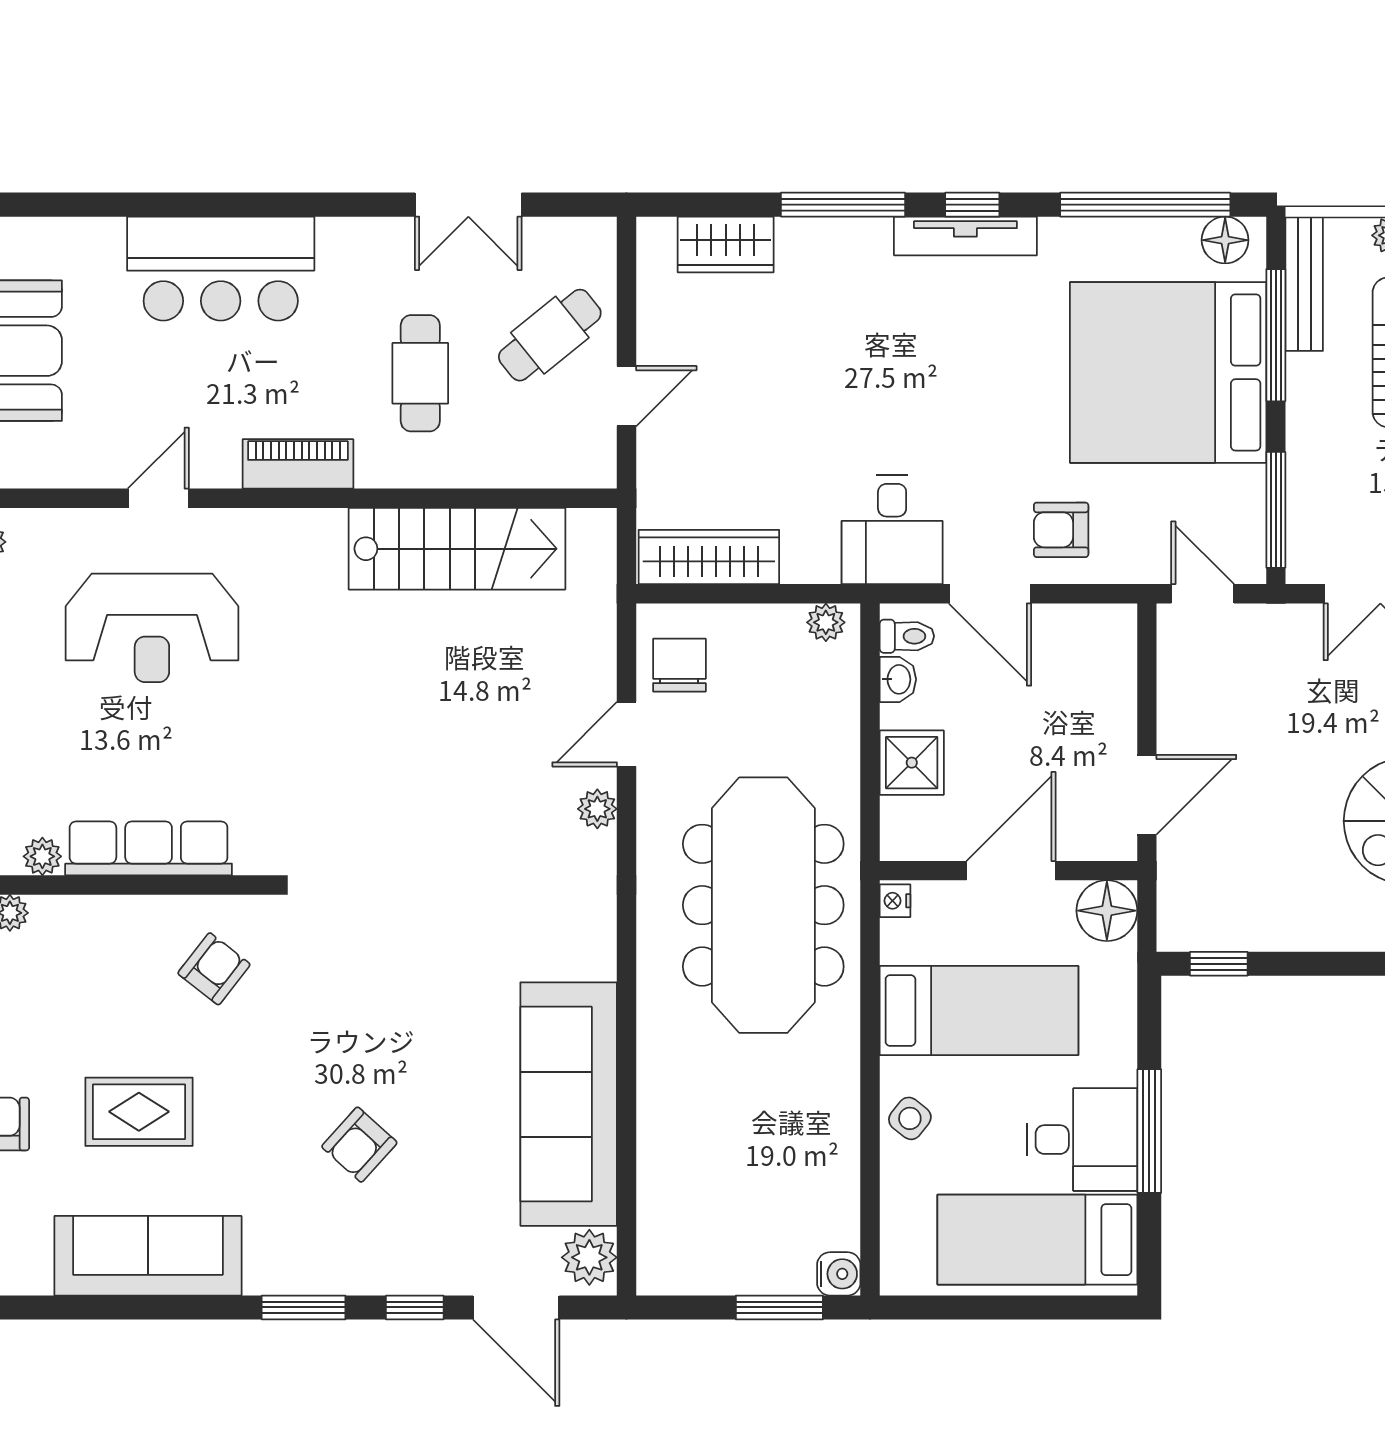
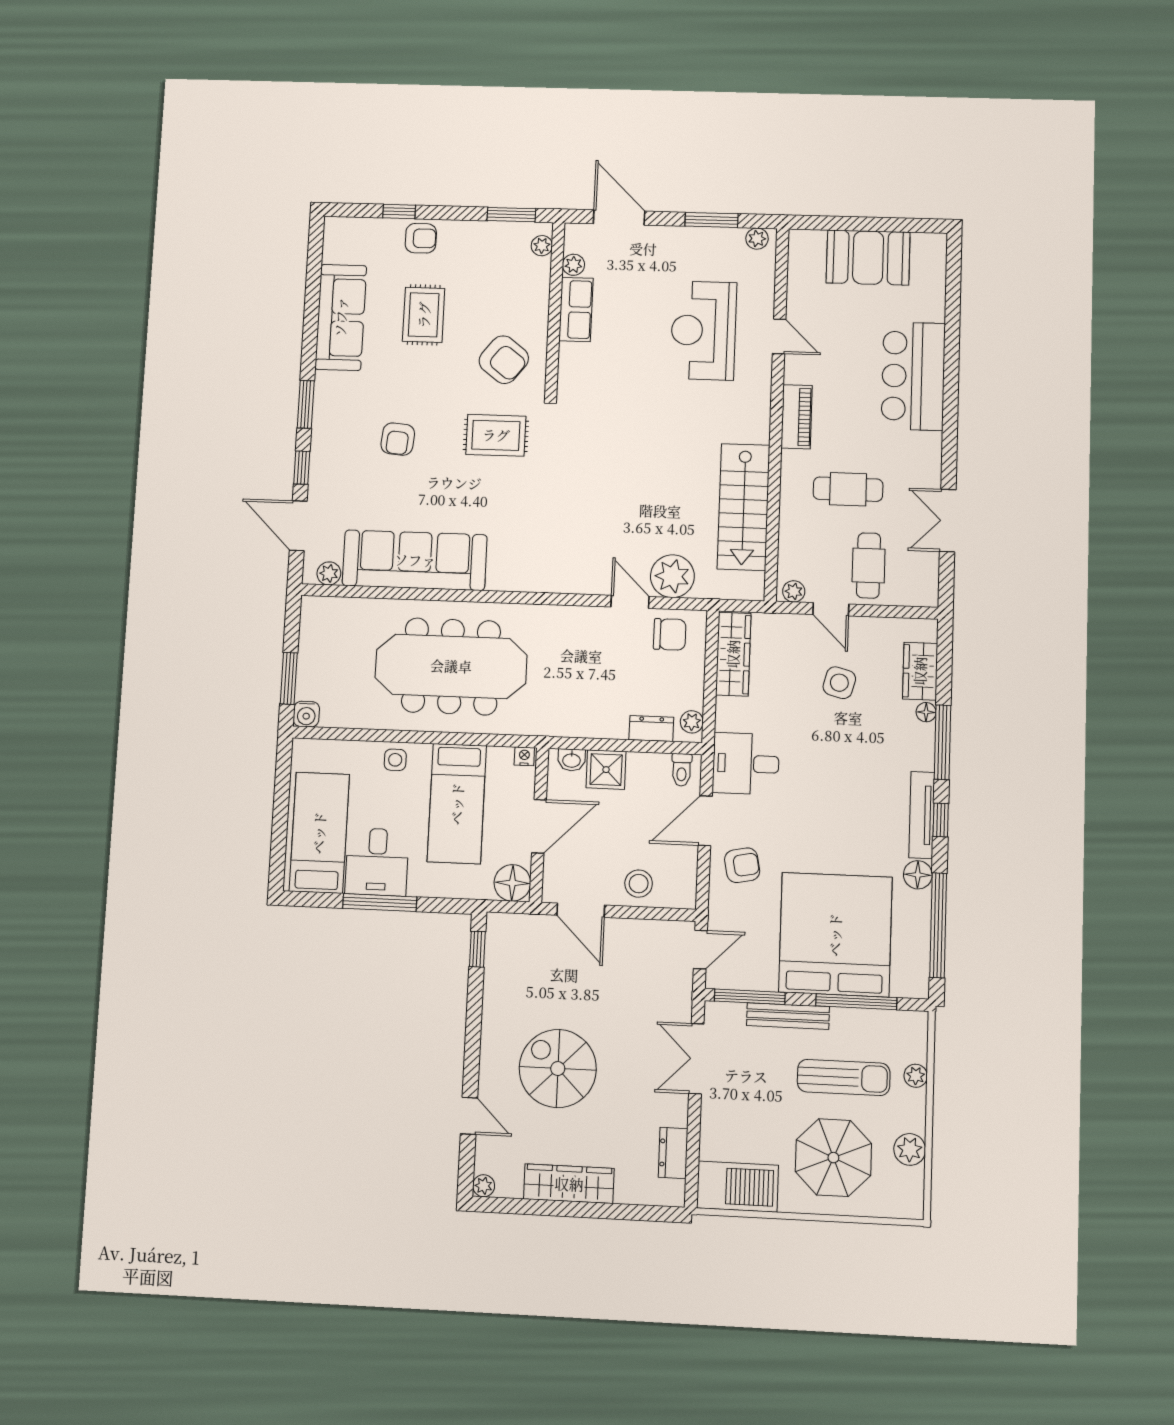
floor lamp: (794, 233) -> (926, 712), added
floor lamp: (1225, 240) -> (918, 875), moved
bench: (1304, 284) -> (788, 1016), moved
cafe table: (550, 335) -> (869, 566), turned 39
side table: (750, 378) -> (839, 683), added
plant: (599, 459) -> (794, 591), added
armchair: (1061, 530) -> (742, 865), turned 79
washbasin: (898, 679) -> (572, 760), moved
dresser: (840, 690) -> (651, 729), added
stool: (1099, 700) -> (639, 884), added
plant: (597, 809) -> (672, 576), moved, width x1.87, depth x1.87
row of seats: (149, 848) -> (576, 309), width x0.68
door: (1011, 871) -> (539, 826), hinge flipped
meeting table: (763, 905) -> (451, 666), moved
armchair: (214, 969) -> (504, 360), width x1.38, depth x1.38
rug: (347, 976) -> (496, 435), added
side table: (910, 1118) -> (395, 760), turned -38
armchair: (359, 1145) -> (398, 439), turned -127
plant: (589, 1257) -> (329, 573), width x0.73, depth x0.73
door: (516, 1307) -> (298, 526), hinge flipped

